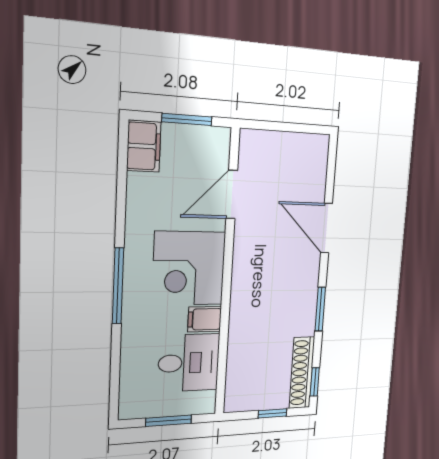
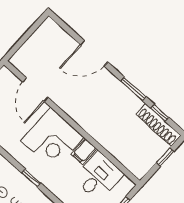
window: (118, 286) -> (31, 178), width x0.46
window: (315, 382) -> (160, 113), moved

